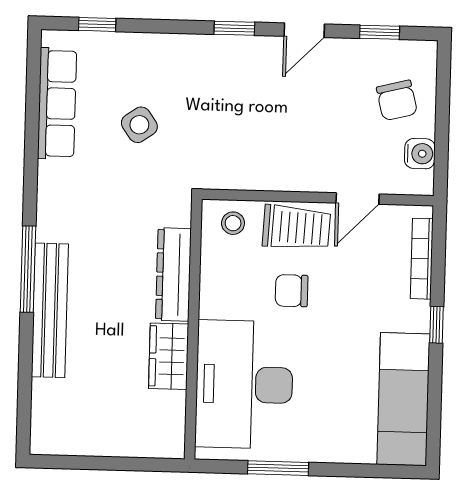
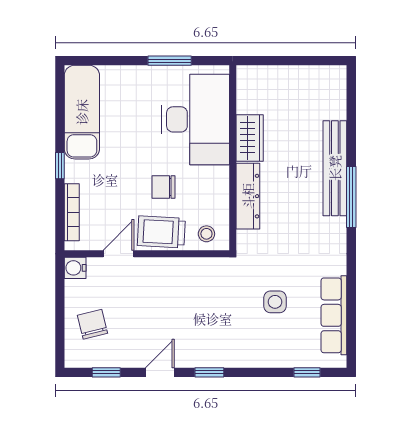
side table: (139, 125) -> (275, 302), turned 35
water cooler: (420, 154) -> (75, 268), moved
chair: (292, 291) -> (163, 187), turned 180

